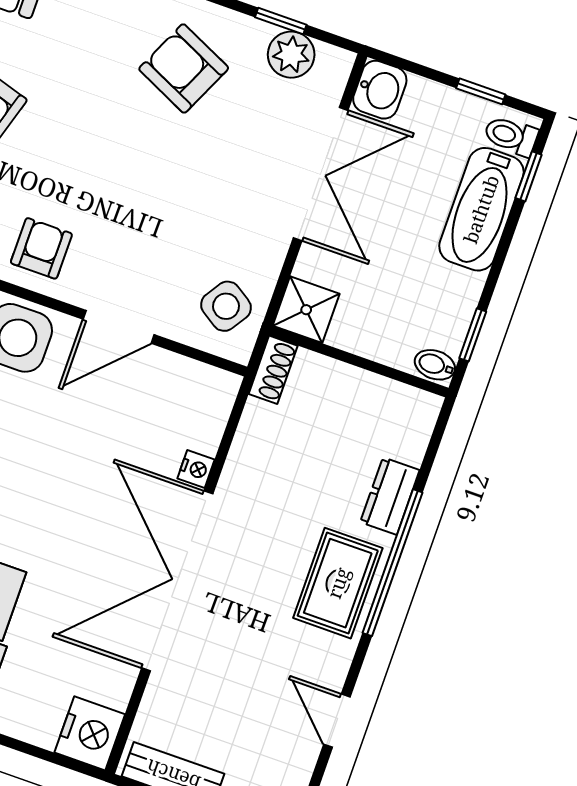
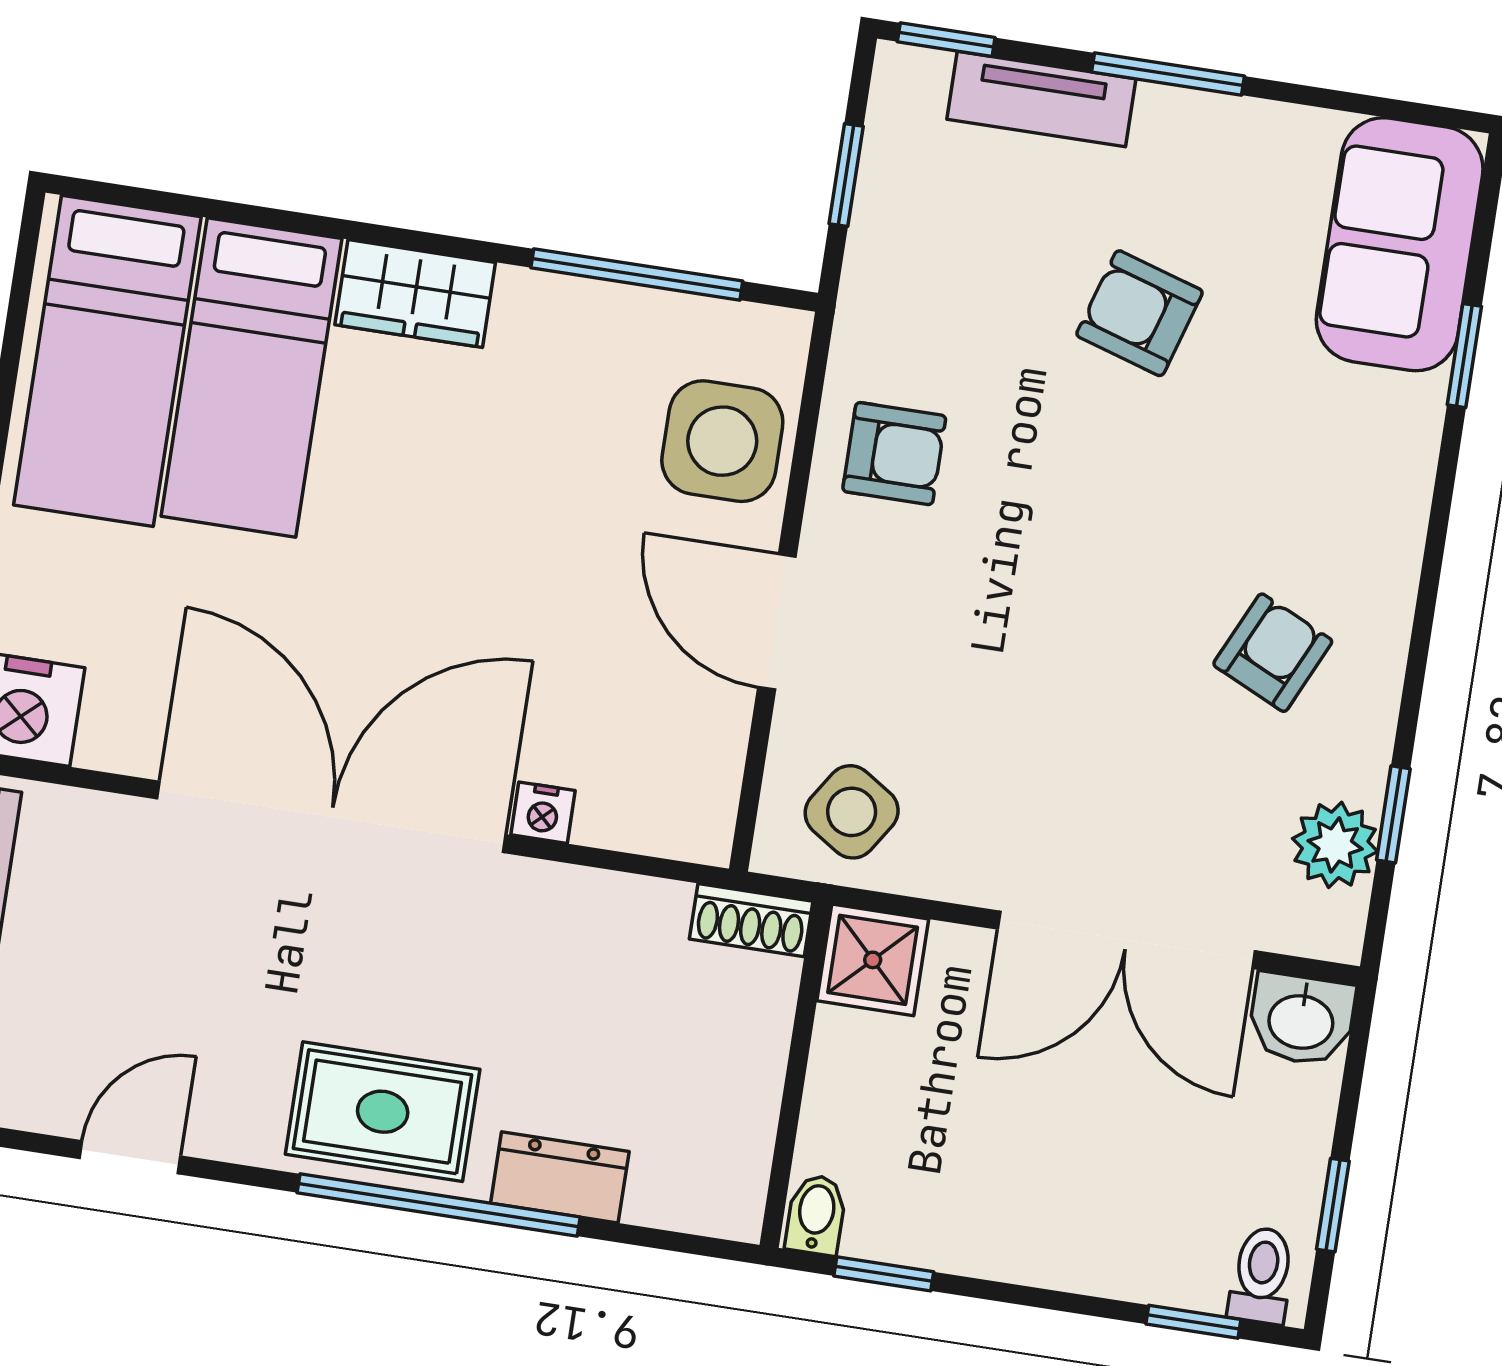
armchair: (184, 68) -> (1273, 653), width x0.72, depth x0.72
bathtub: (481, 209) -> (1117, 1247), removed

